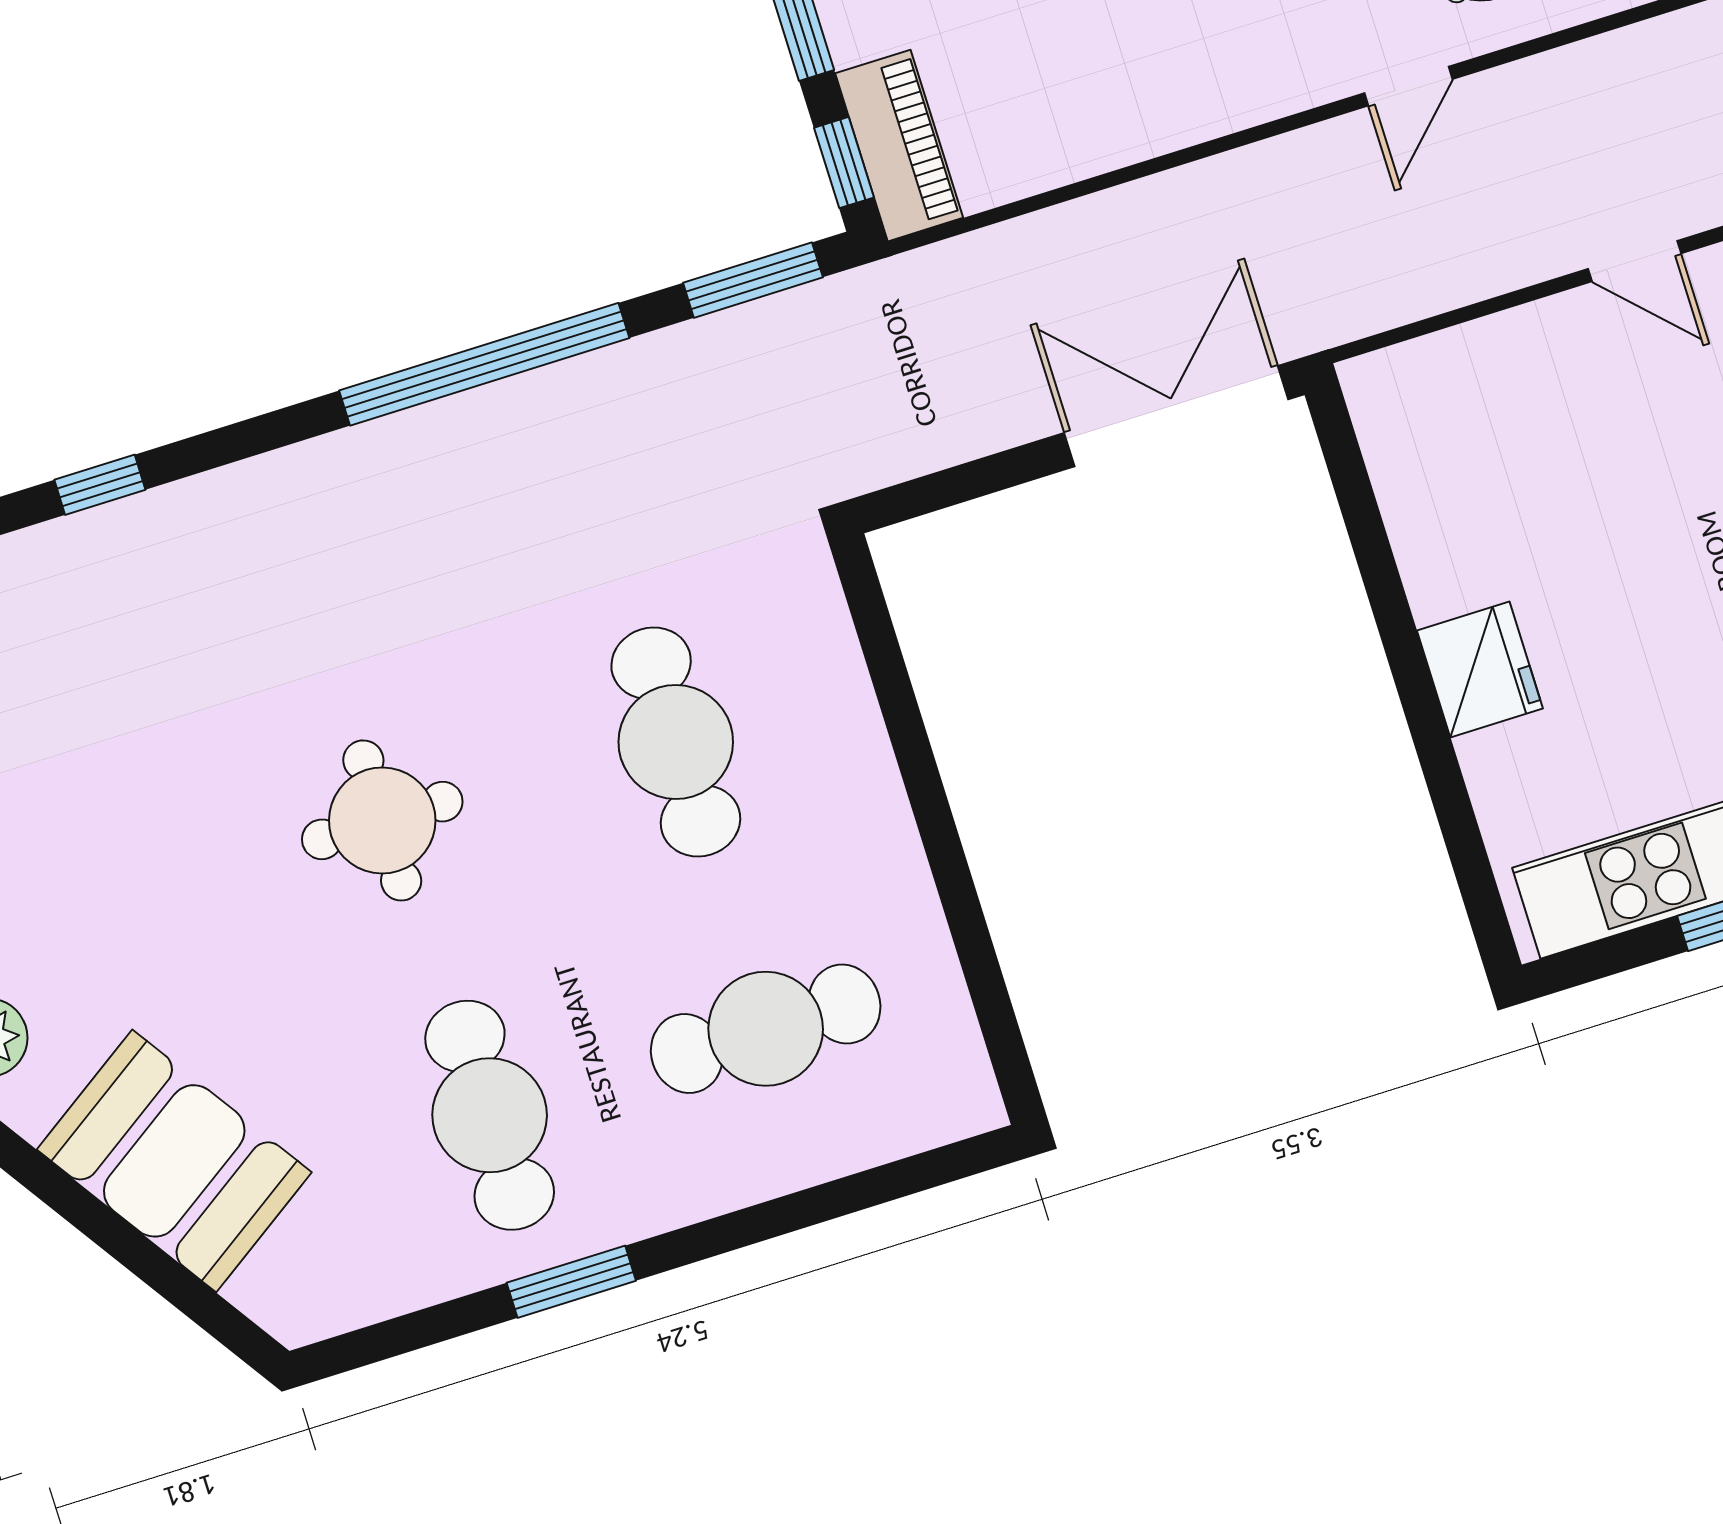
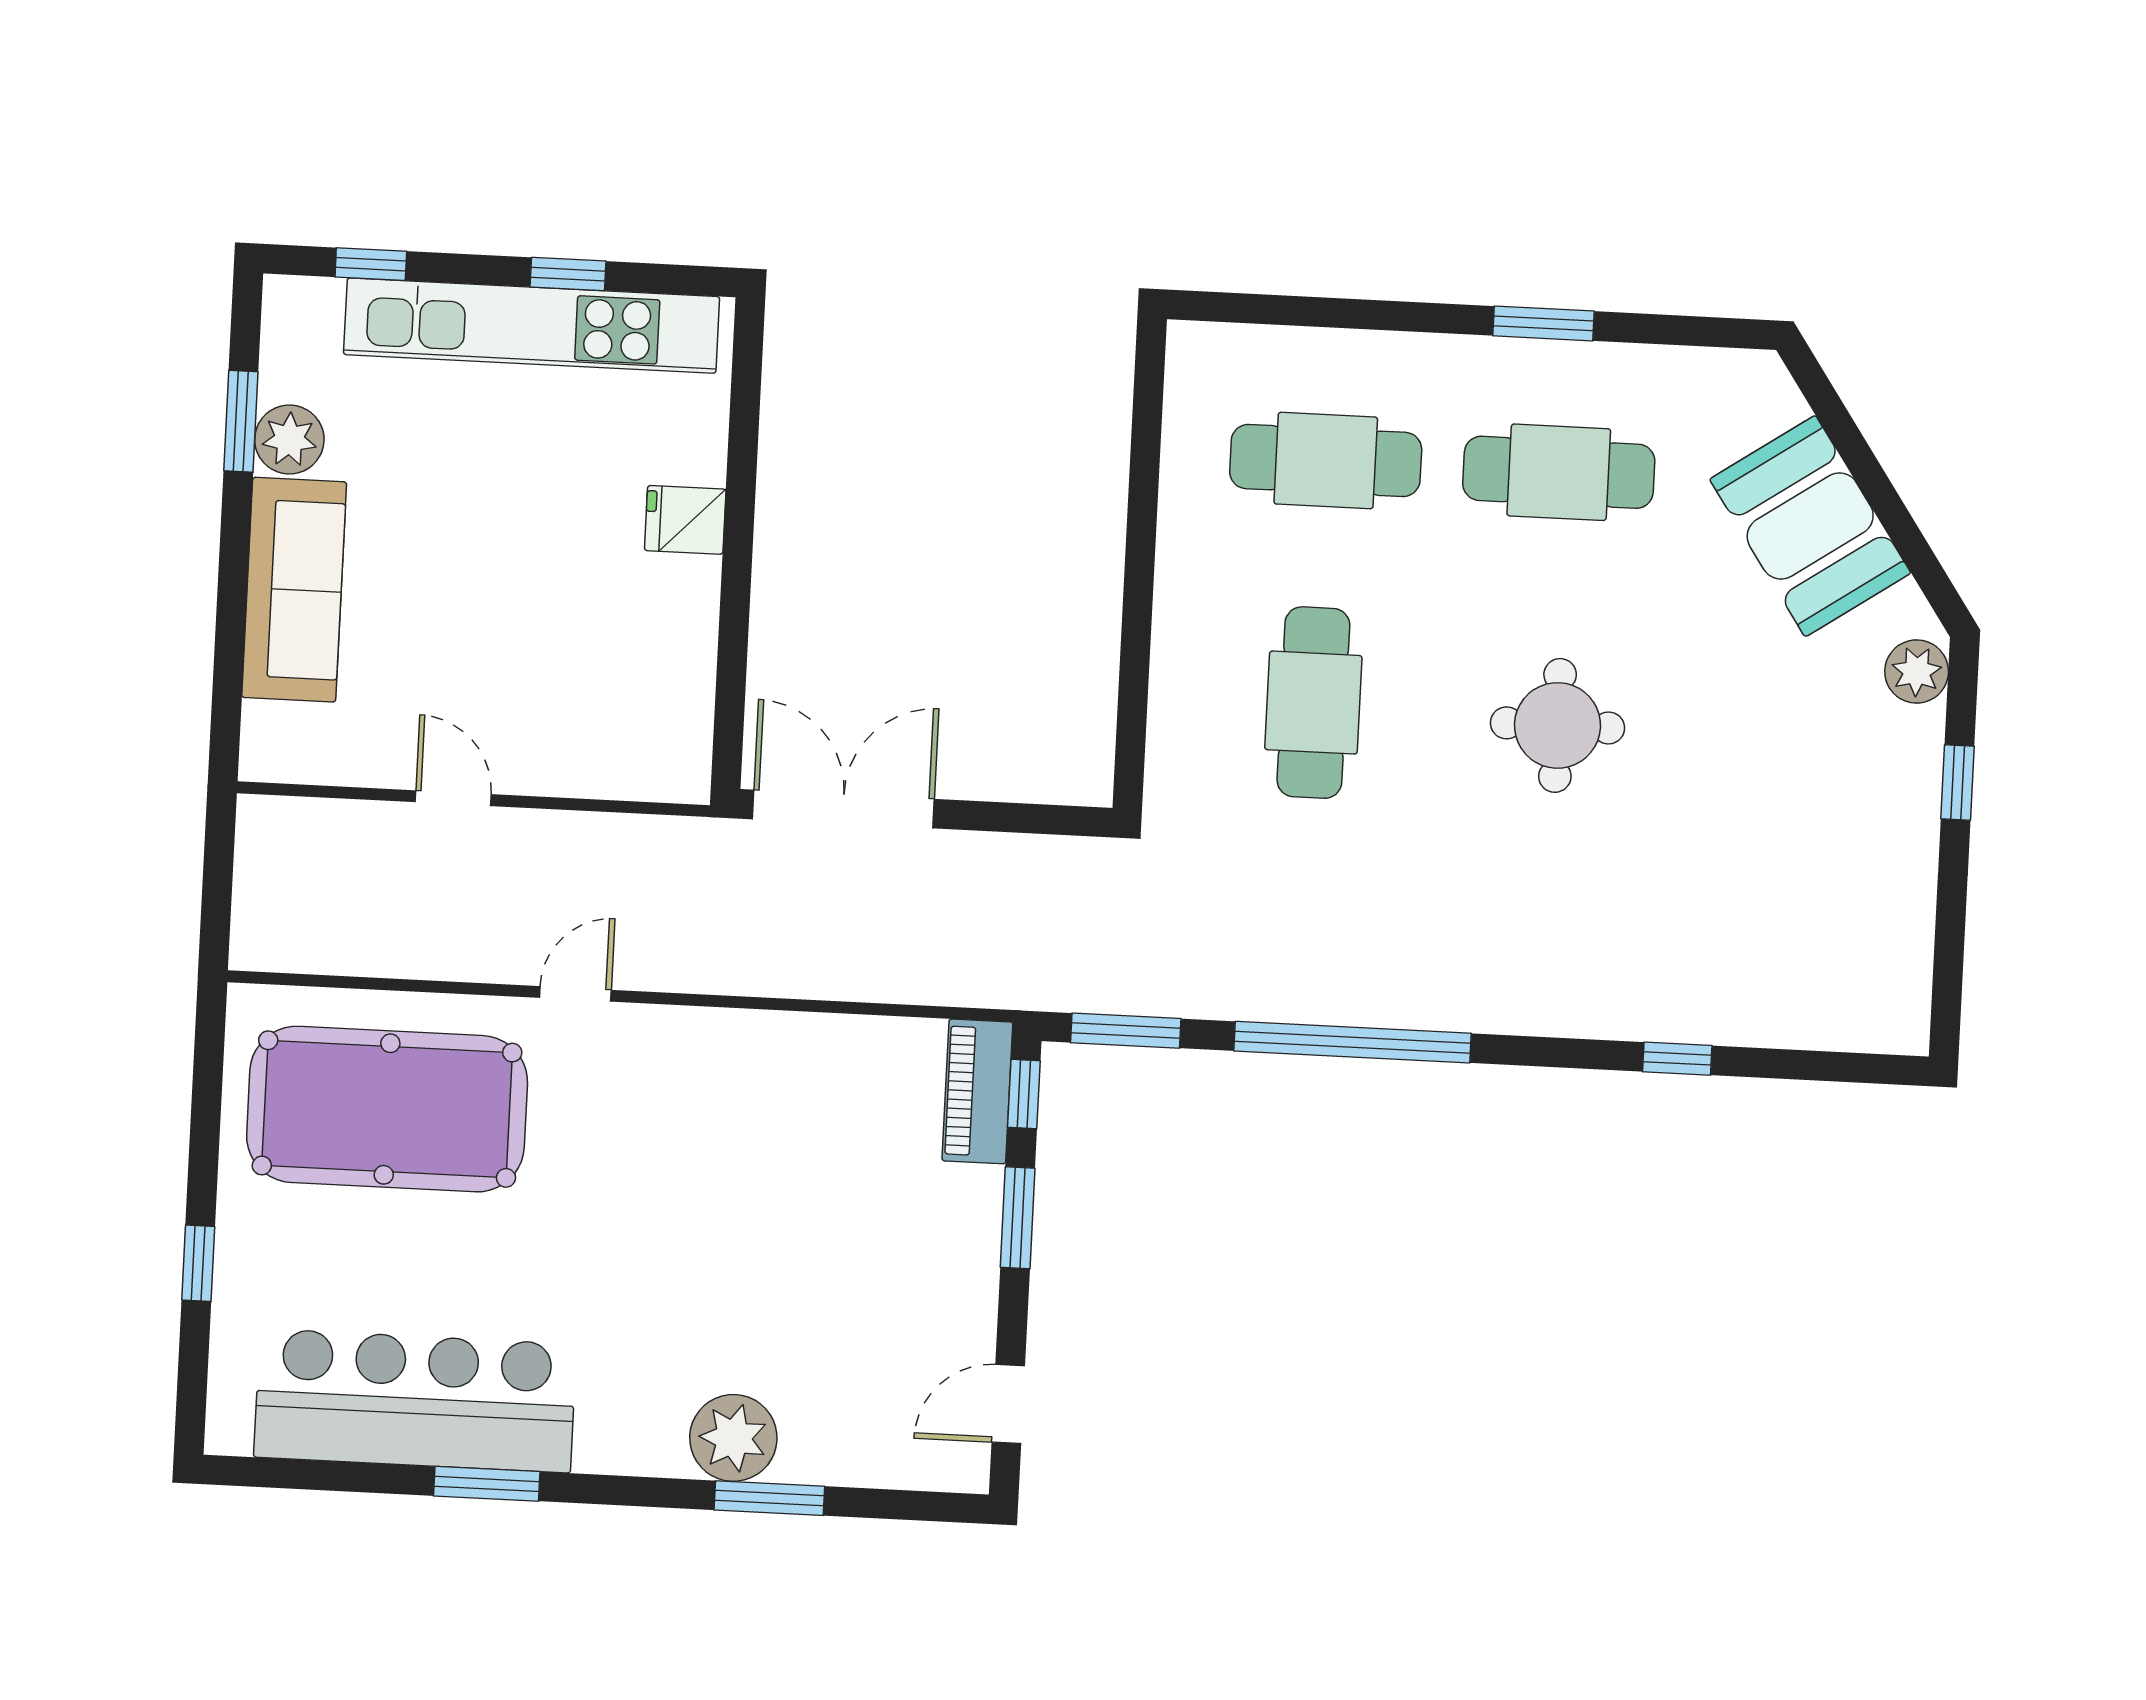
double door: (1176, 416) -> (843, 809), swing flipped
fridge: (1480, 669) -> (685, 520), width x0.72
cafe table: (490, 1115) -> (1559, 472), turned 90

